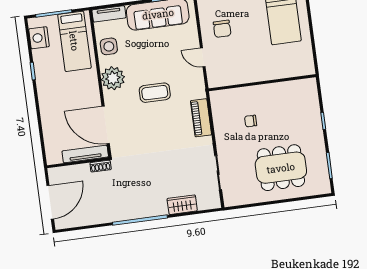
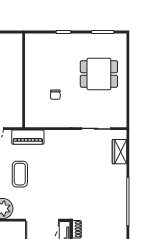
piano: (201, 118) -> (28, 137), moved
dining table: (281, 168) -> (99, 74), width x0.73
wardrobe: (182, 205) -> (120, 152), moved

